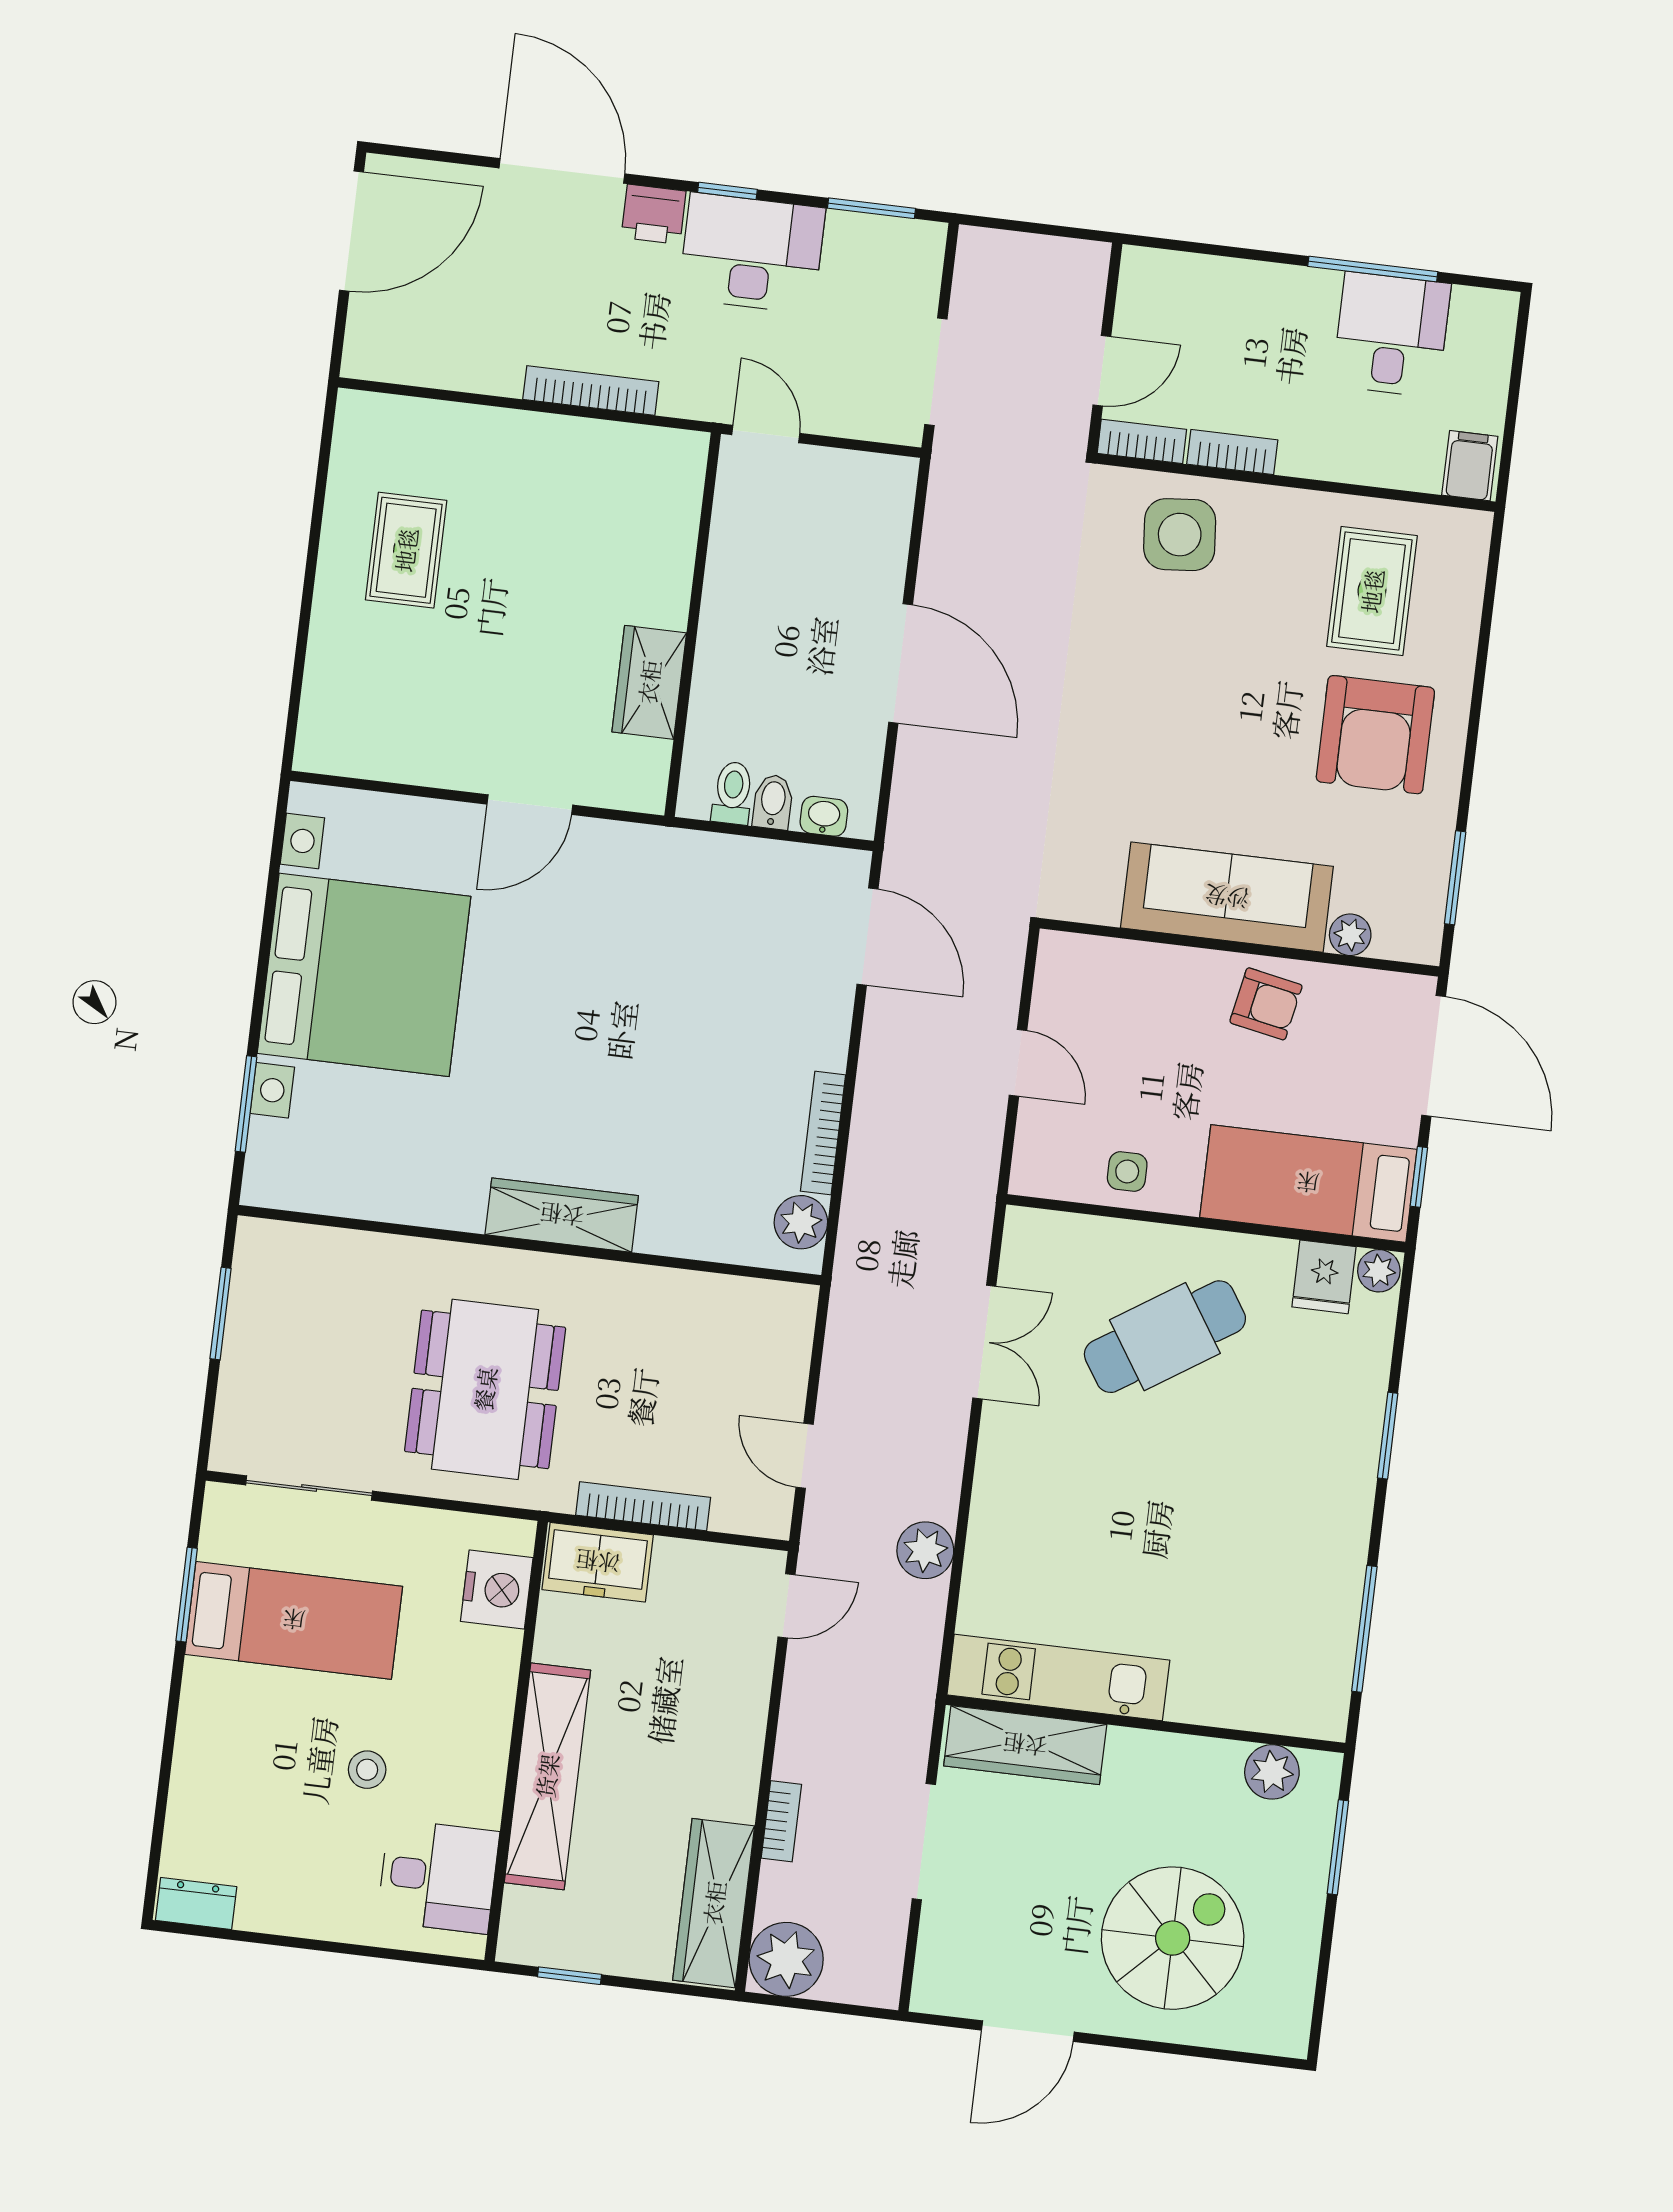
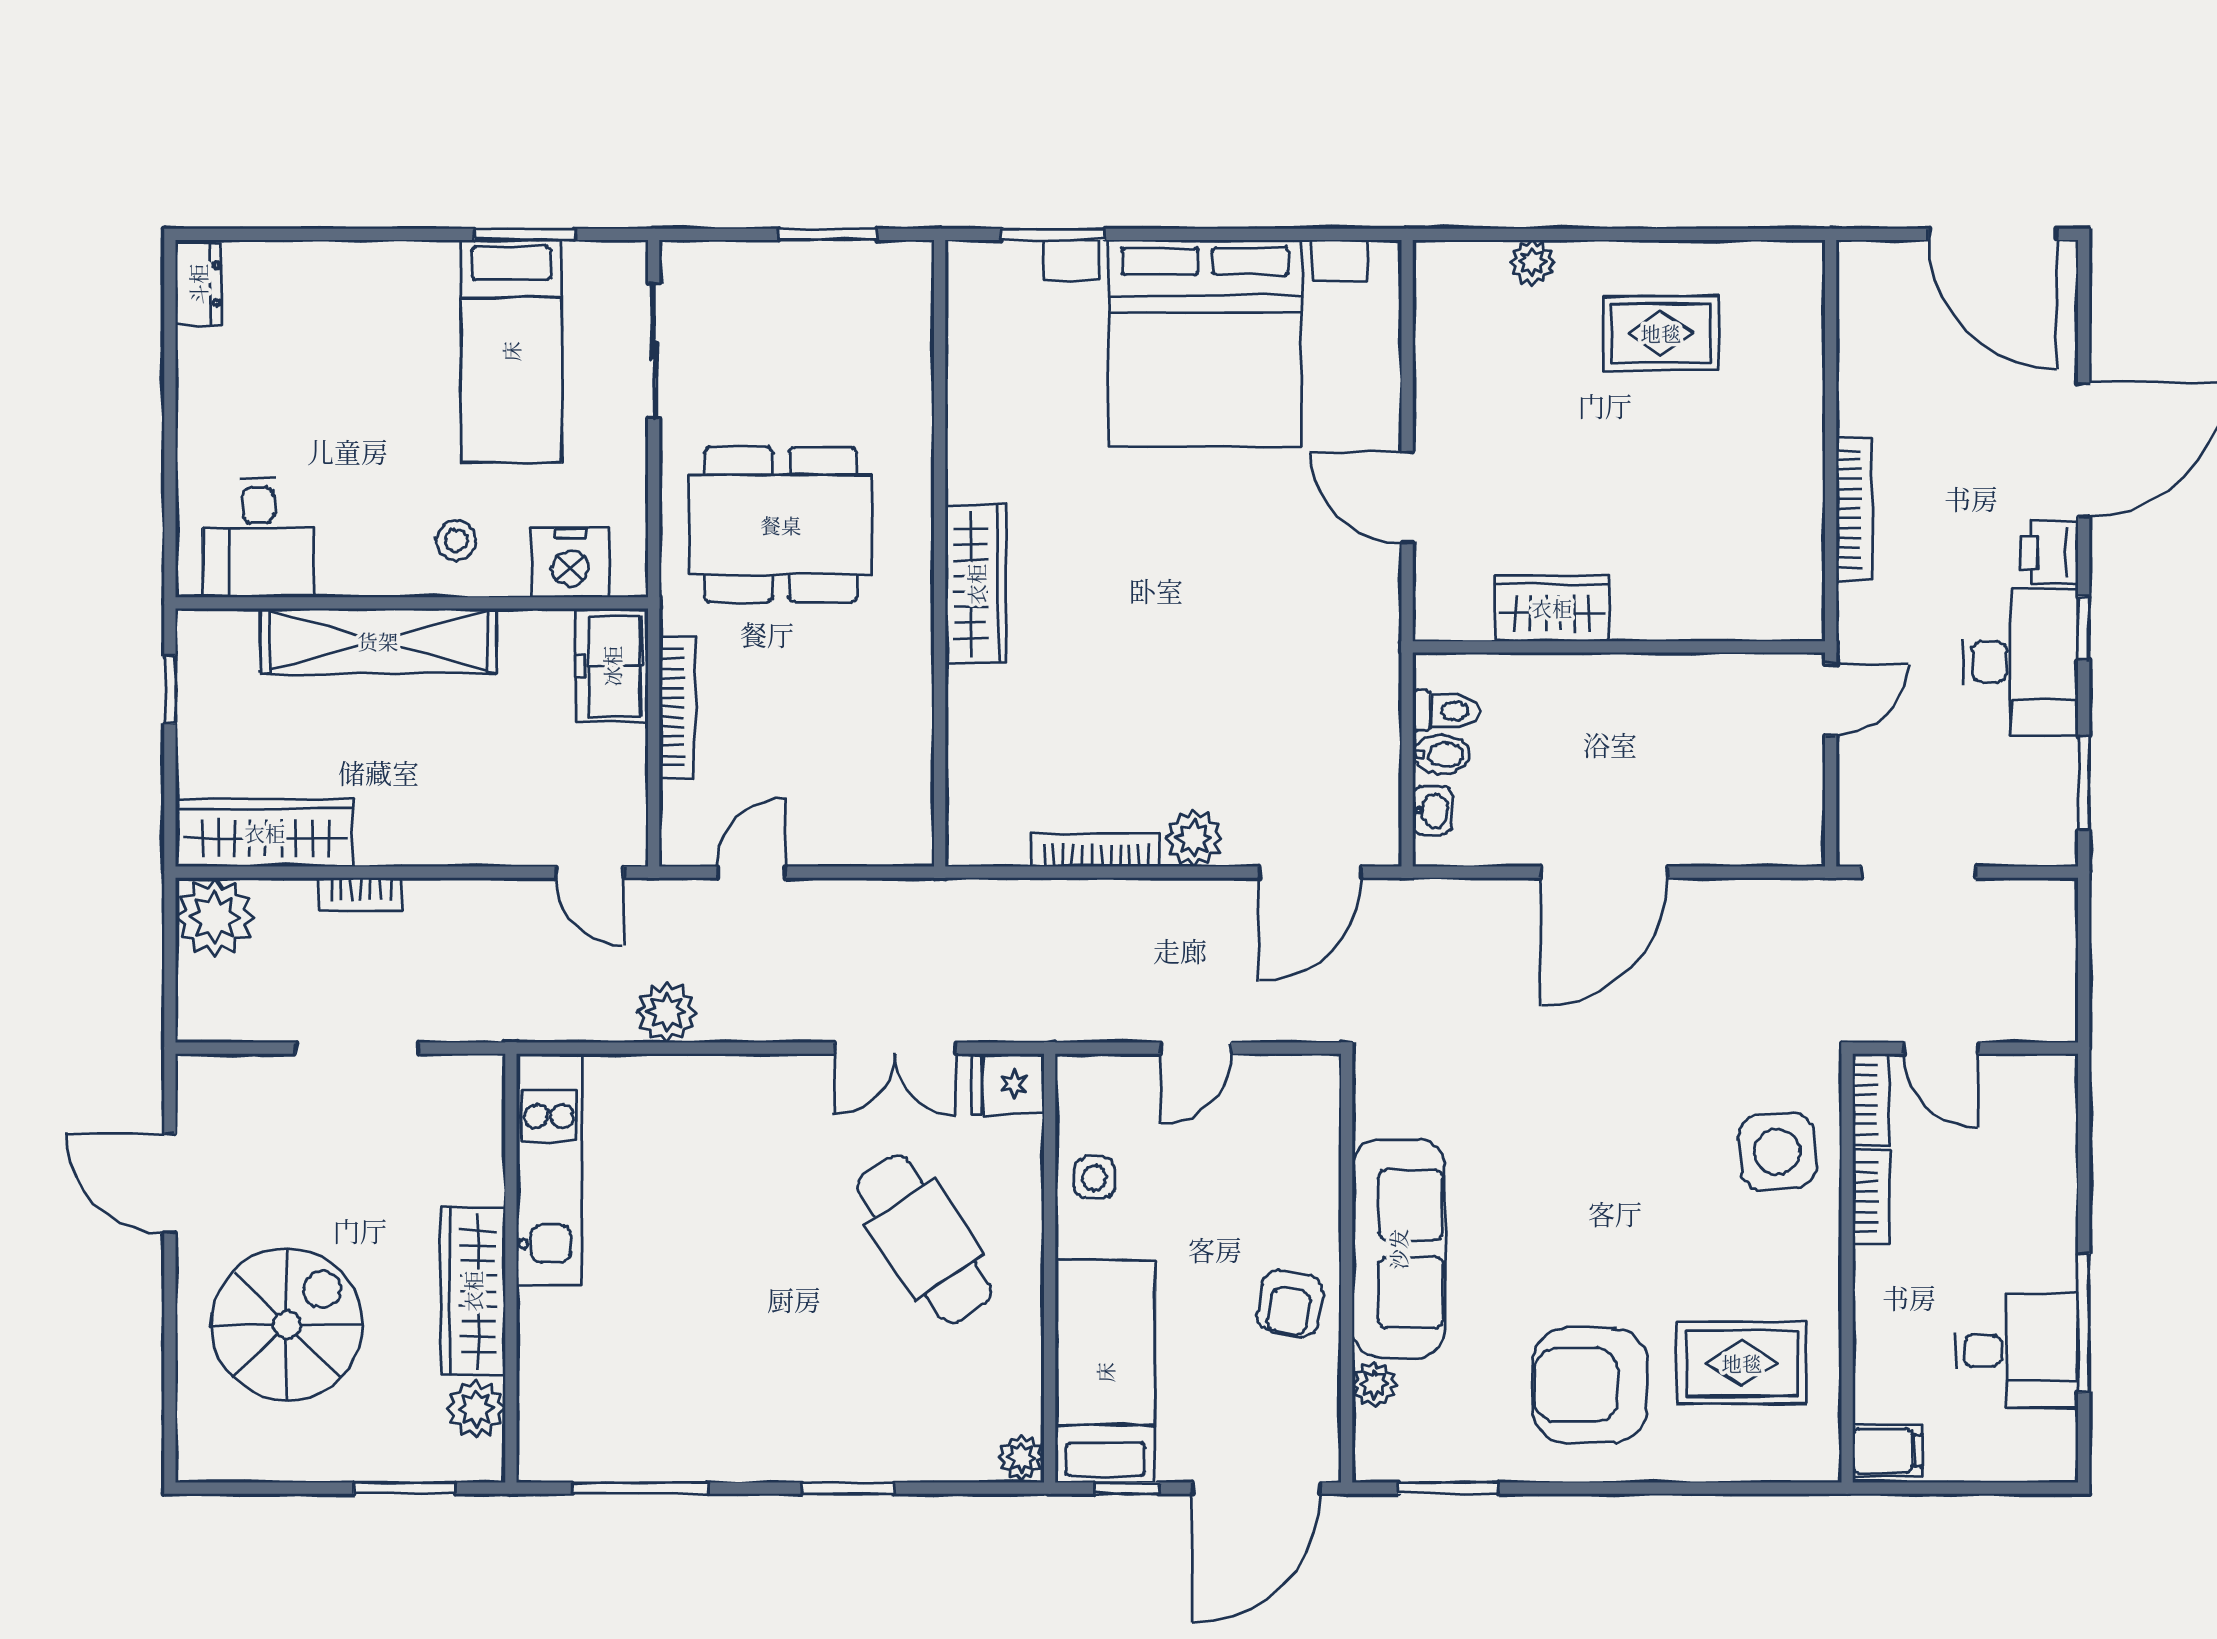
plant: (326, 662) -> (1532, 262), added
plant: (801, 1222) -> (1194, 838), moved
fridge: (1324, 1277) -> (1008, 1084), moved
wardrobe: (1025, 1745) -> (473, 1291), moved
stool: (367, 1770) -> (456, 540), moved
spiral stairs: (1173, 1938) -> (287, 1325), turned -90

